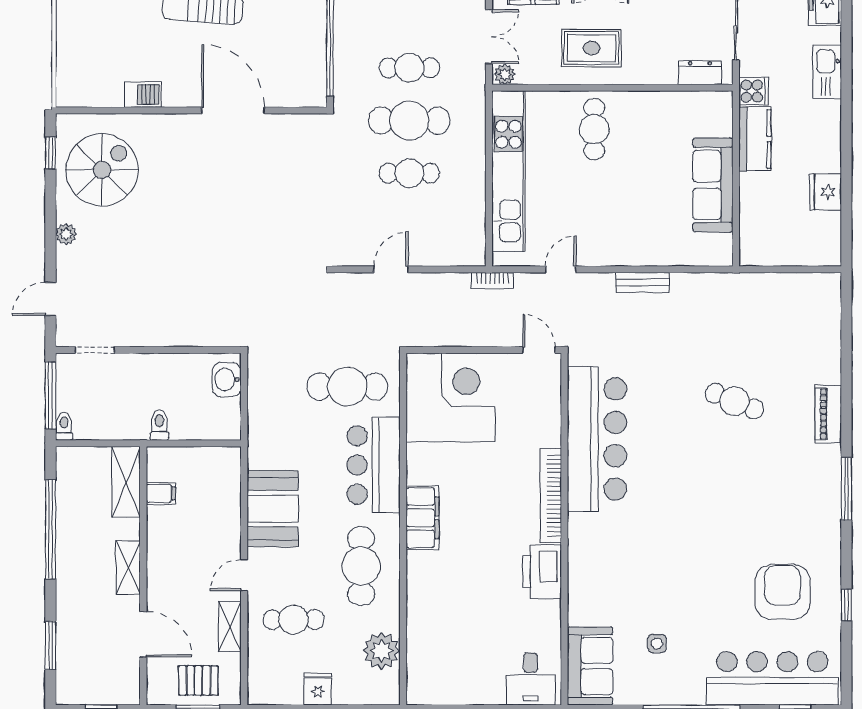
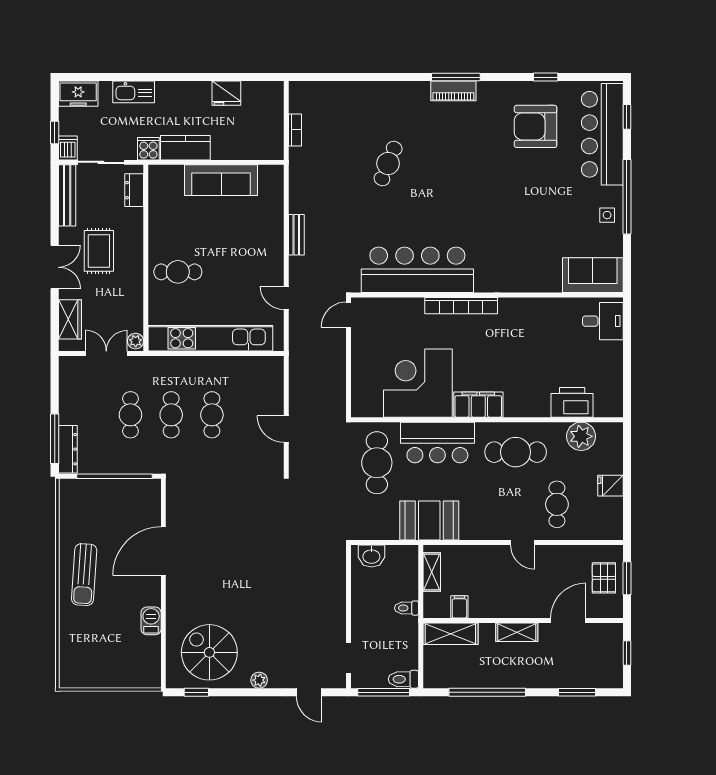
rug: (592, 48) -> (99, 251), moved
cafe table: (409, 120) -> (171, 415), width x0.73, depth x0.74
bookcase: (492, 281) -> (295, 130), moved
corner desk: (450, 397) -> (418, 383), moved
piano: (828, 414) -> (453, 91), moved
toilet: (64, 426) -> (403, 679), width x1.37, depth x1.39
booth: (273, 509) -> (429, 520), moved
printer: (542, 572) -> (572, 402), moved, turned 180
shelving: (230, 626) -> (432, 572), moved, turned 90
side table: (657, 643) -> (607, 215), moved

